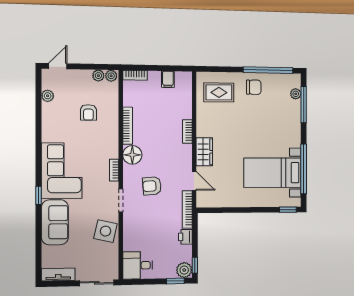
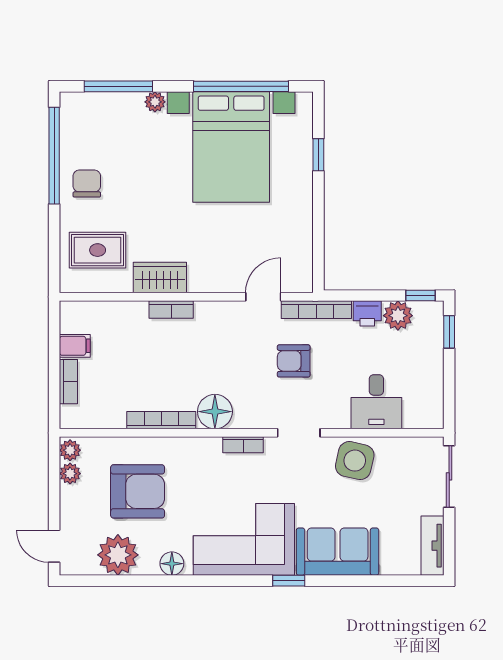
bookcase: (135, 75) -> (68, 382), moved
rug: (219, 92) -> (98, 250), turned 90
plant: (296, 94) -> (155, 102), moved
plant: (48, 96) -> (118, 555), width x1.87, depth x1.87
armchair: (88, 112) -> (138, 491), width x1.88, depth x1.88
floor lamp: (48, 131) -> (172, 564), added
wardrobe: (204, 152) -> (160, 278), moved
bed with nightstands: (273, 173) -> (231, 147), width x1.36
armchair: (152, 186) -> (294, 361), moved, turned 95
window: (288, 210) -> (318, 155), moved
desk: (138, 265) -> (376, 402), moved
plant: (184, 270) -> (398, 316), moved

